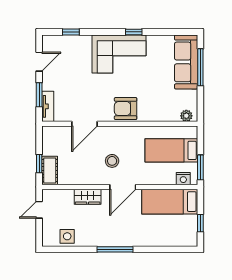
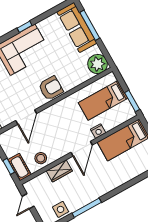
armchair: (126, 109) -> (51, 88), turned 180
plant: (186, 116) -> (98, 64), width x1.87, depth x1.87
stool: (112, 161) -> (41, 158), moved
nightstand: (183, 179) -> (98, 131), moved
window: (115, 249) -> (87, 208), moved

